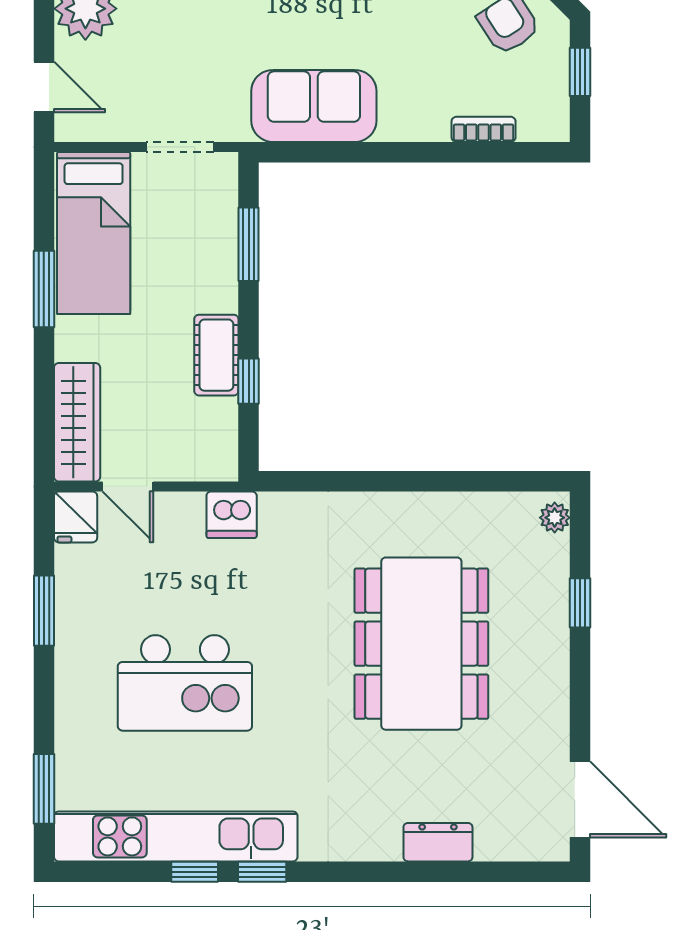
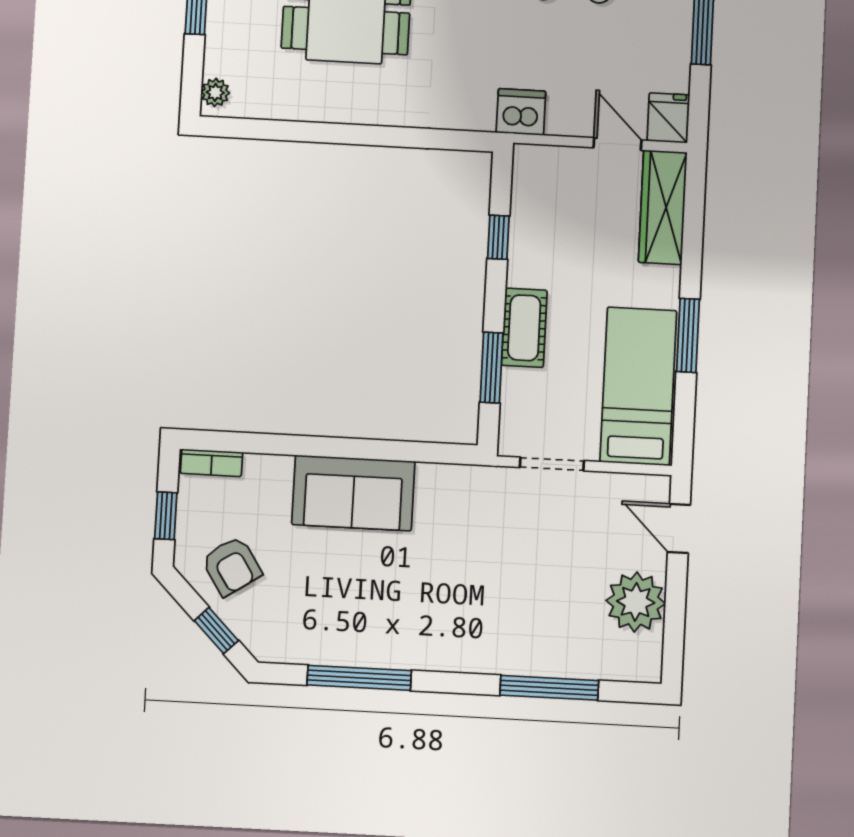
sofa: (314, 106) -> (353, 493), moved
bookcase: (484, 129) -> (211, 463), moved
cot: (216, 355) -> (524, 328), moved

